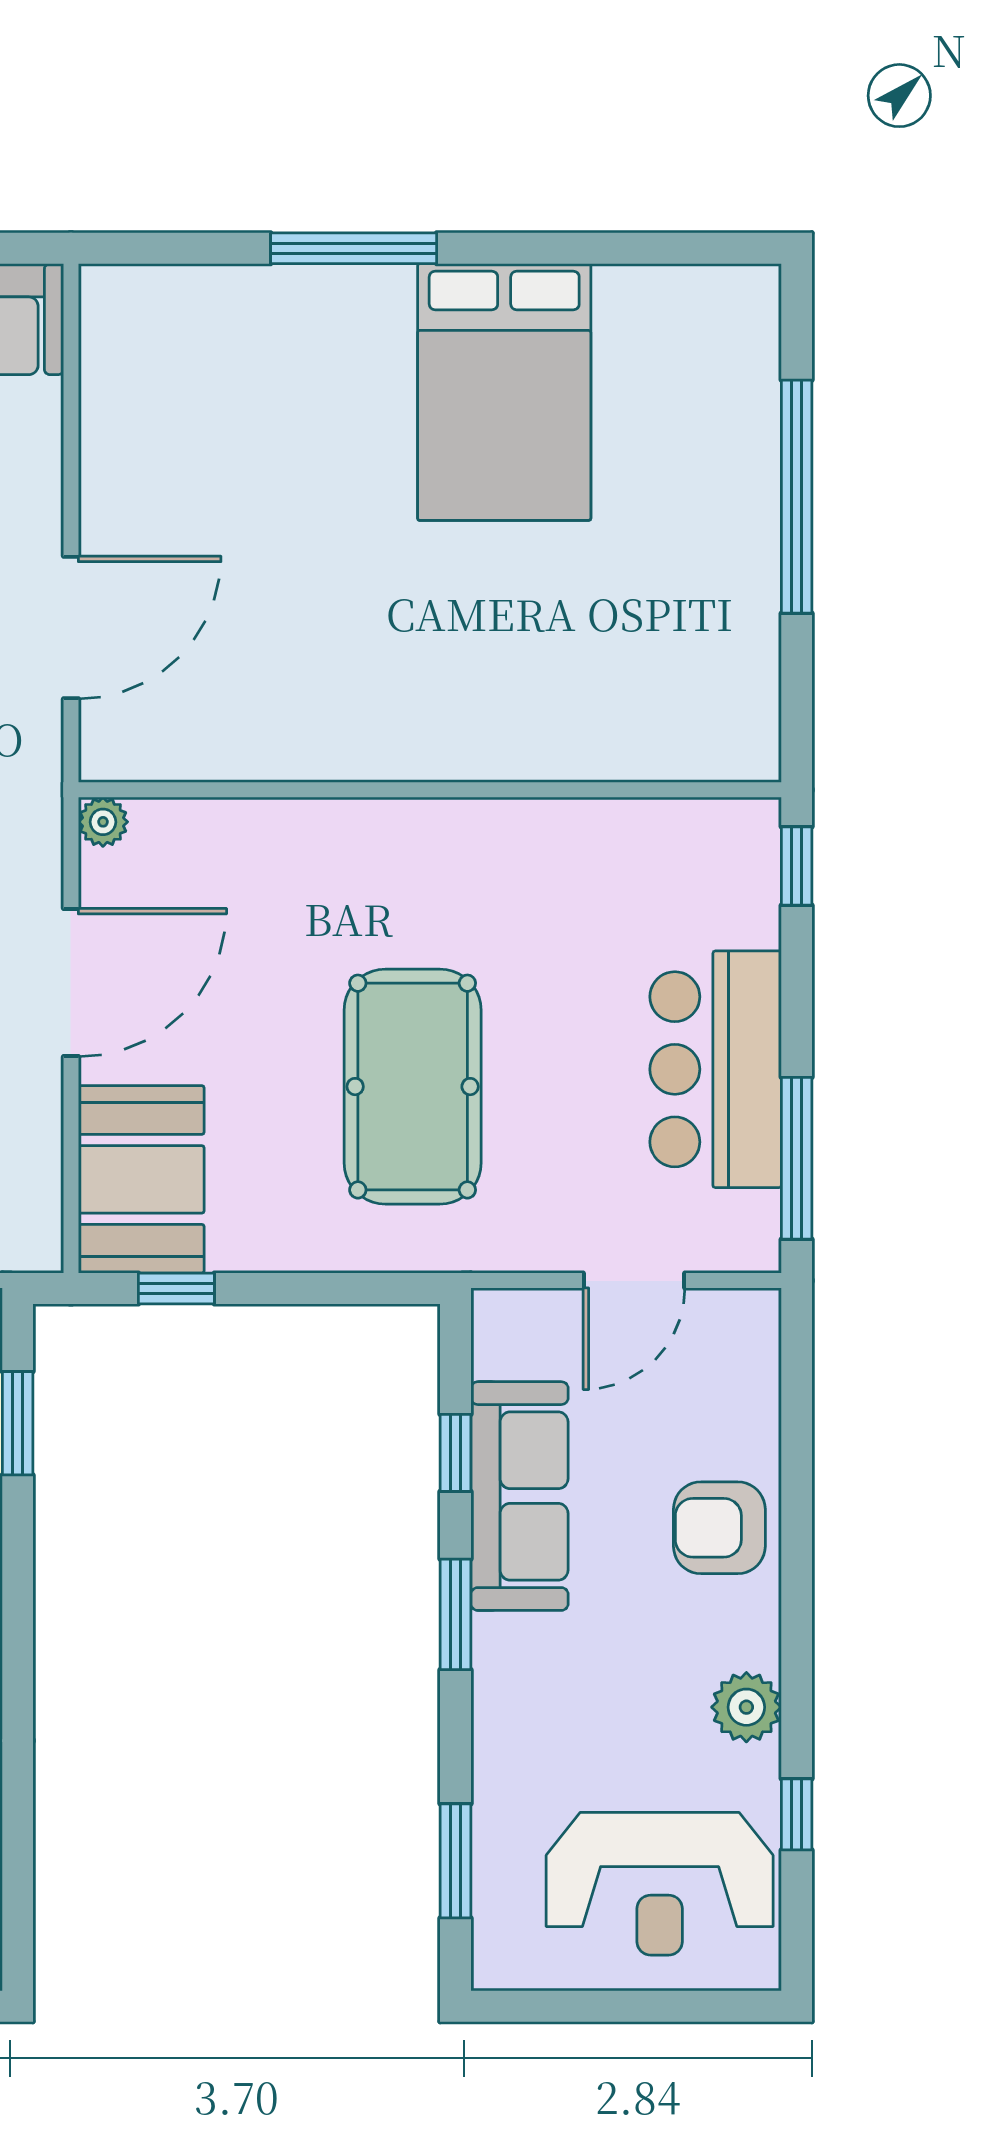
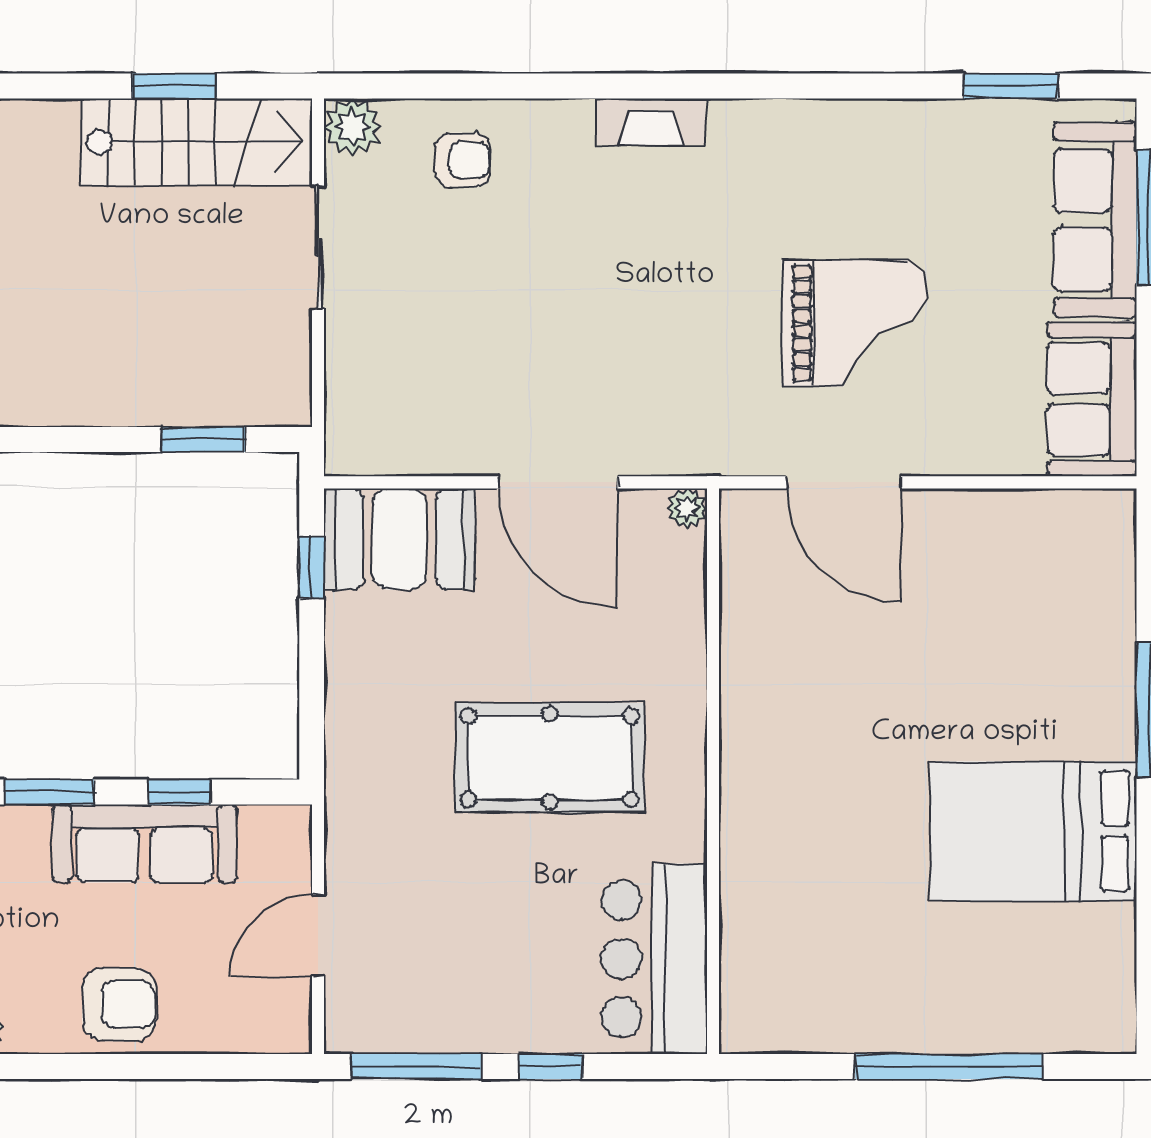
window: (797, 866) -> (551, 1066), moved
bar counter: (716, 1069) -> (654, 959), moved, turned -90
pool table: (413, 1087) -> (550, 758), moved
door: (634, 1281) -> (318, 936), hinge flipped
armchair: (719, 1528) -> (119, 1004), turned 90

